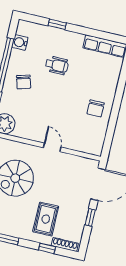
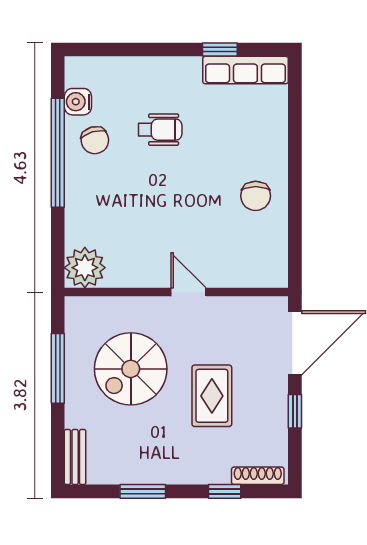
window: (57, 24) -> (220, 49), moved
chair: (24, 82) -> (95, 140), moved
rug: (46, 219) -> (212, 396), moved

